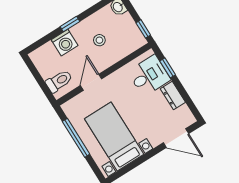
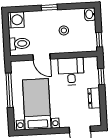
washing machine: (65, 43) -> (16, 20), moved, turned -90
desk: (149, 76) -> (71, 71), moved, turned -90
door: (91, 82) -> (42, 57), swing flipped

